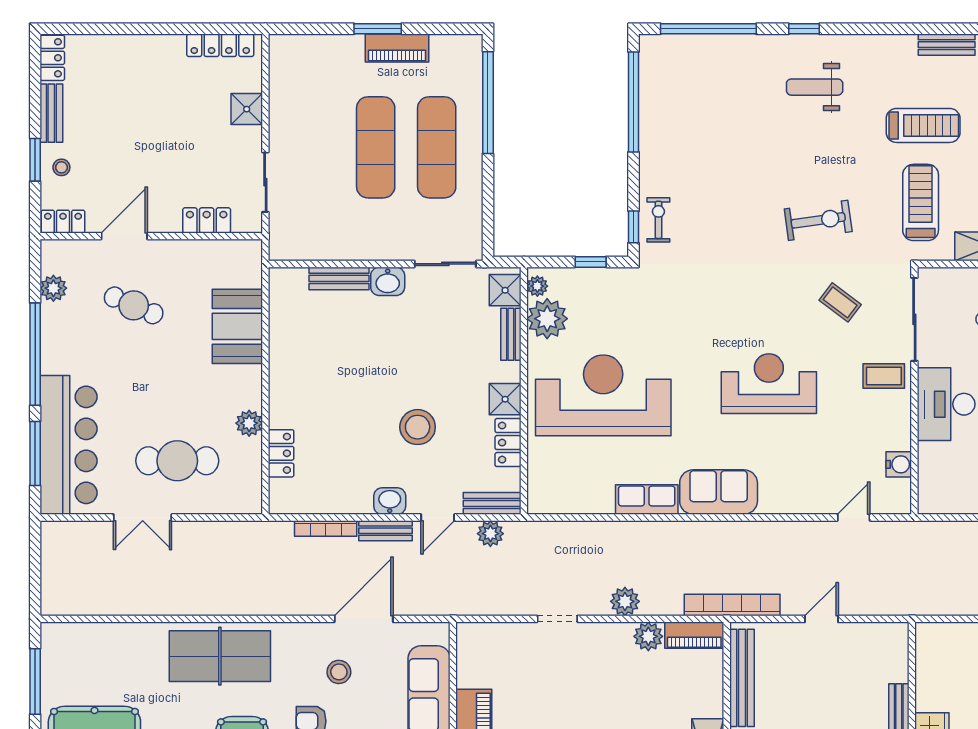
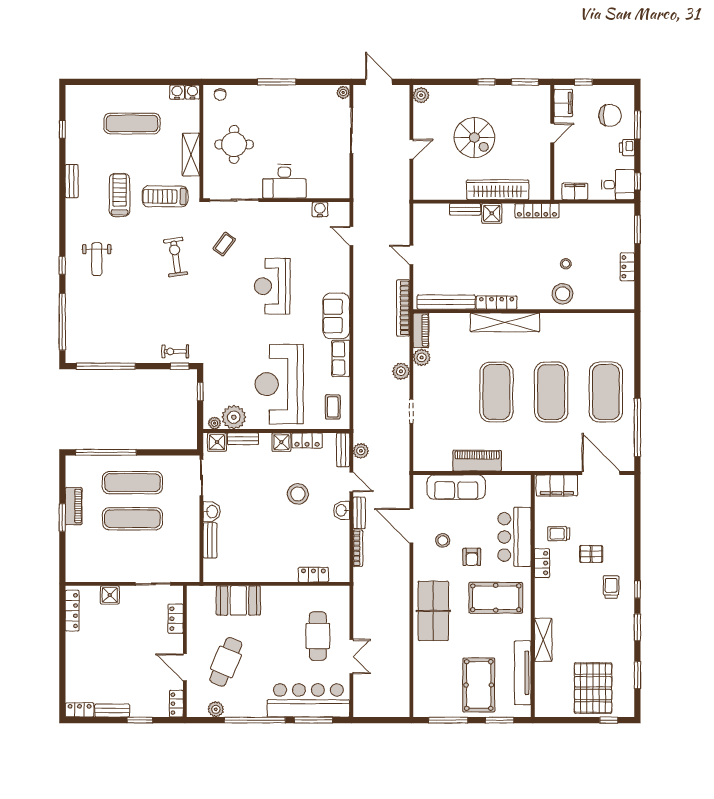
stool: (61, 167) -> (144, 705), removed
cafe table: (134, 305) -> (226, 662), width x1.37, depth x1.35
coffee table: (884, 376) -> (333, 407), moved
plant: (249, 423) -> (296, 594), removed

